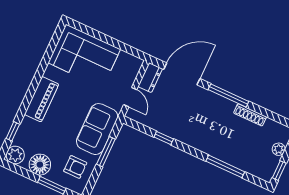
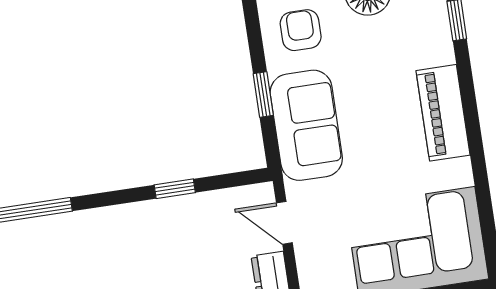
window: (106, 152) -> (263, 95), width x0.67
armchair: (75, 167) -> (301, 30), turned 90

